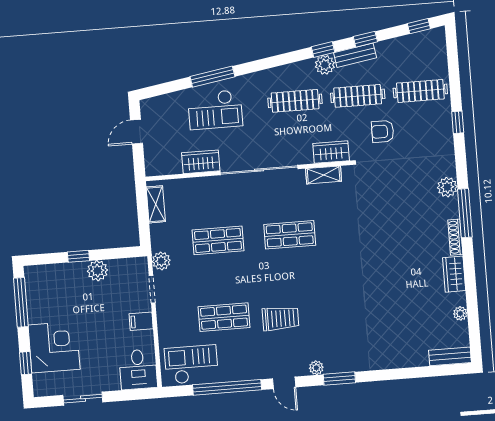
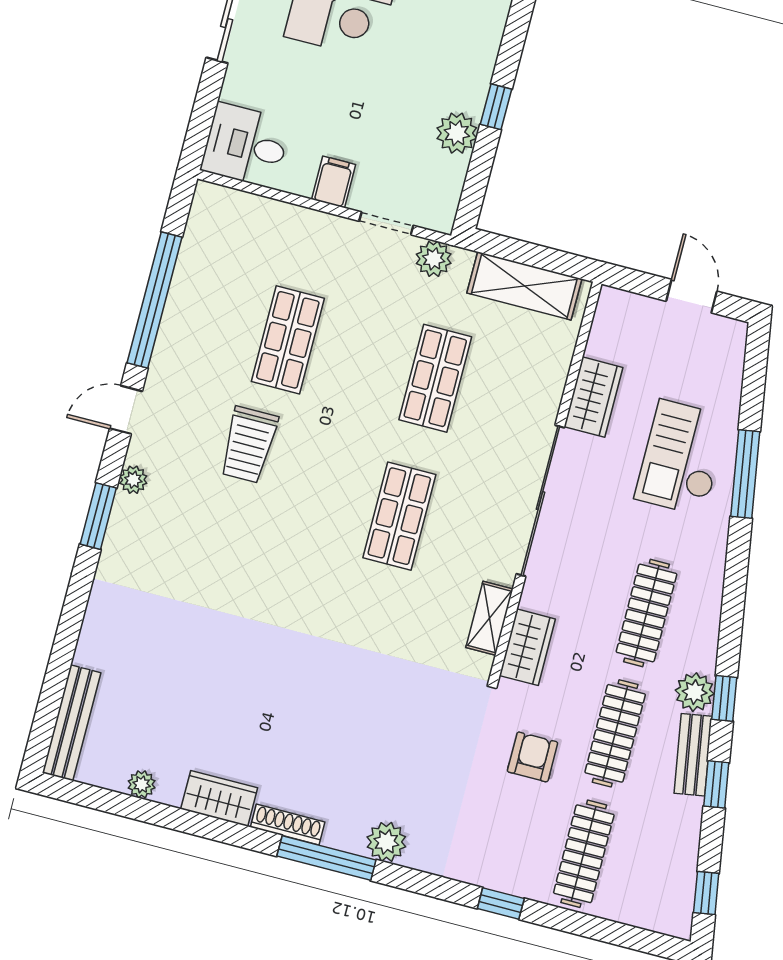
shelving: (156, 204) -> (524, 286), width x1.50, depth x1.33
bench: (450, 356) -> (72, 723), width x1.36
checkout: (191, 364) -> (220, 248), removed

